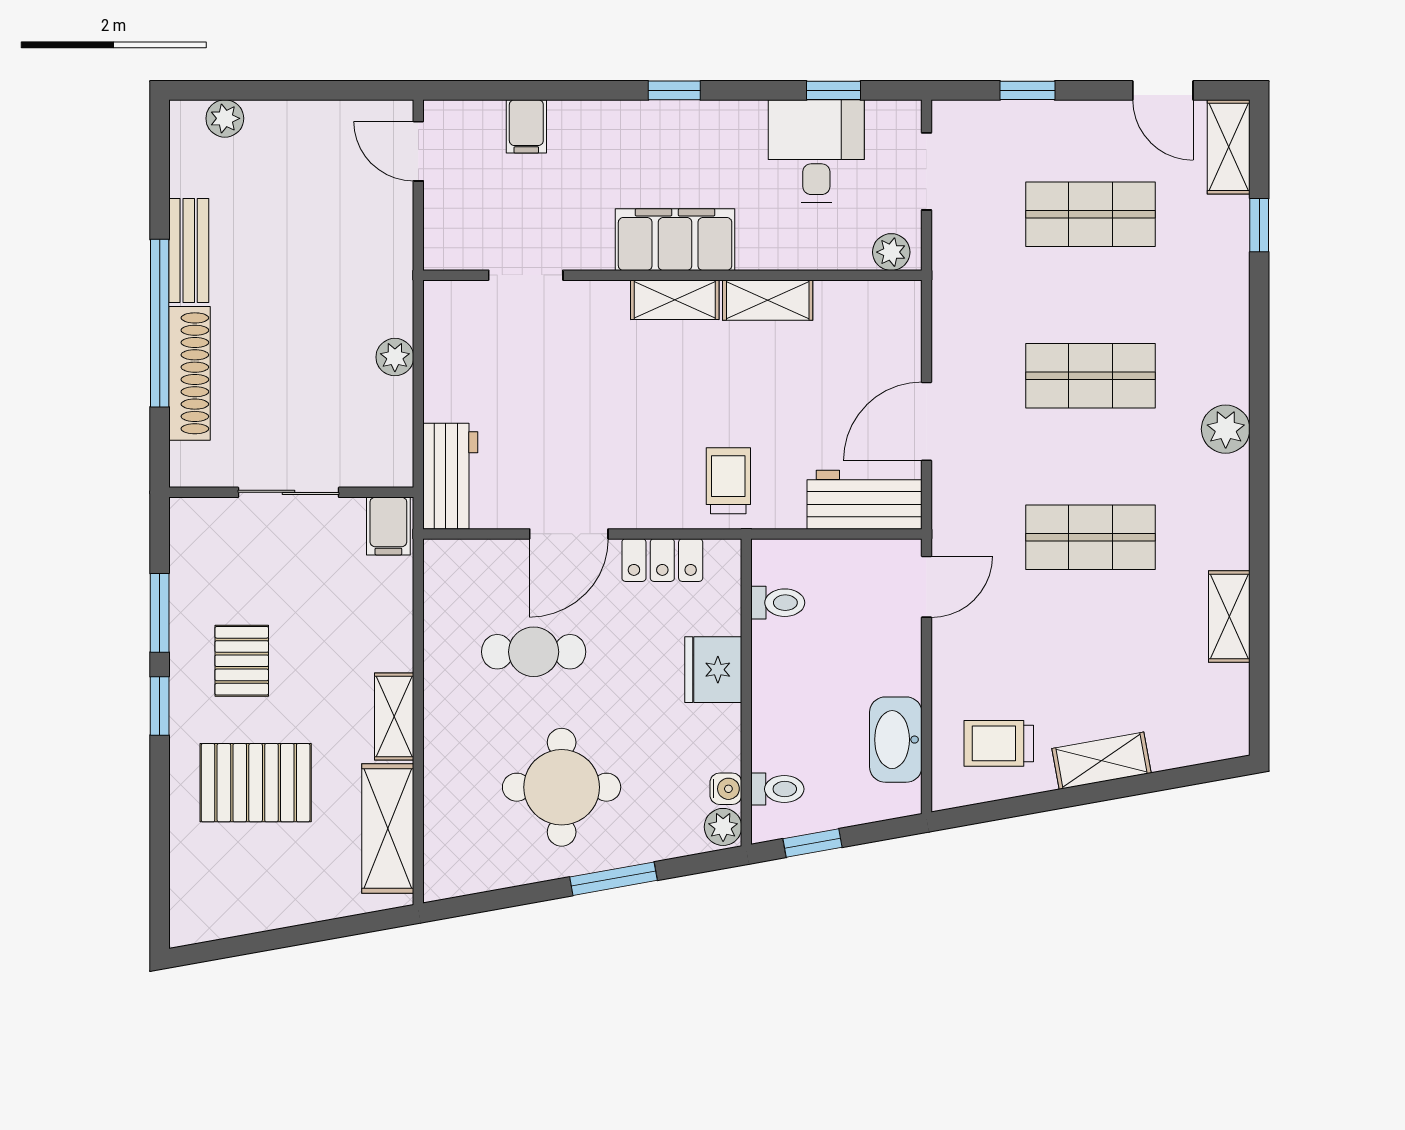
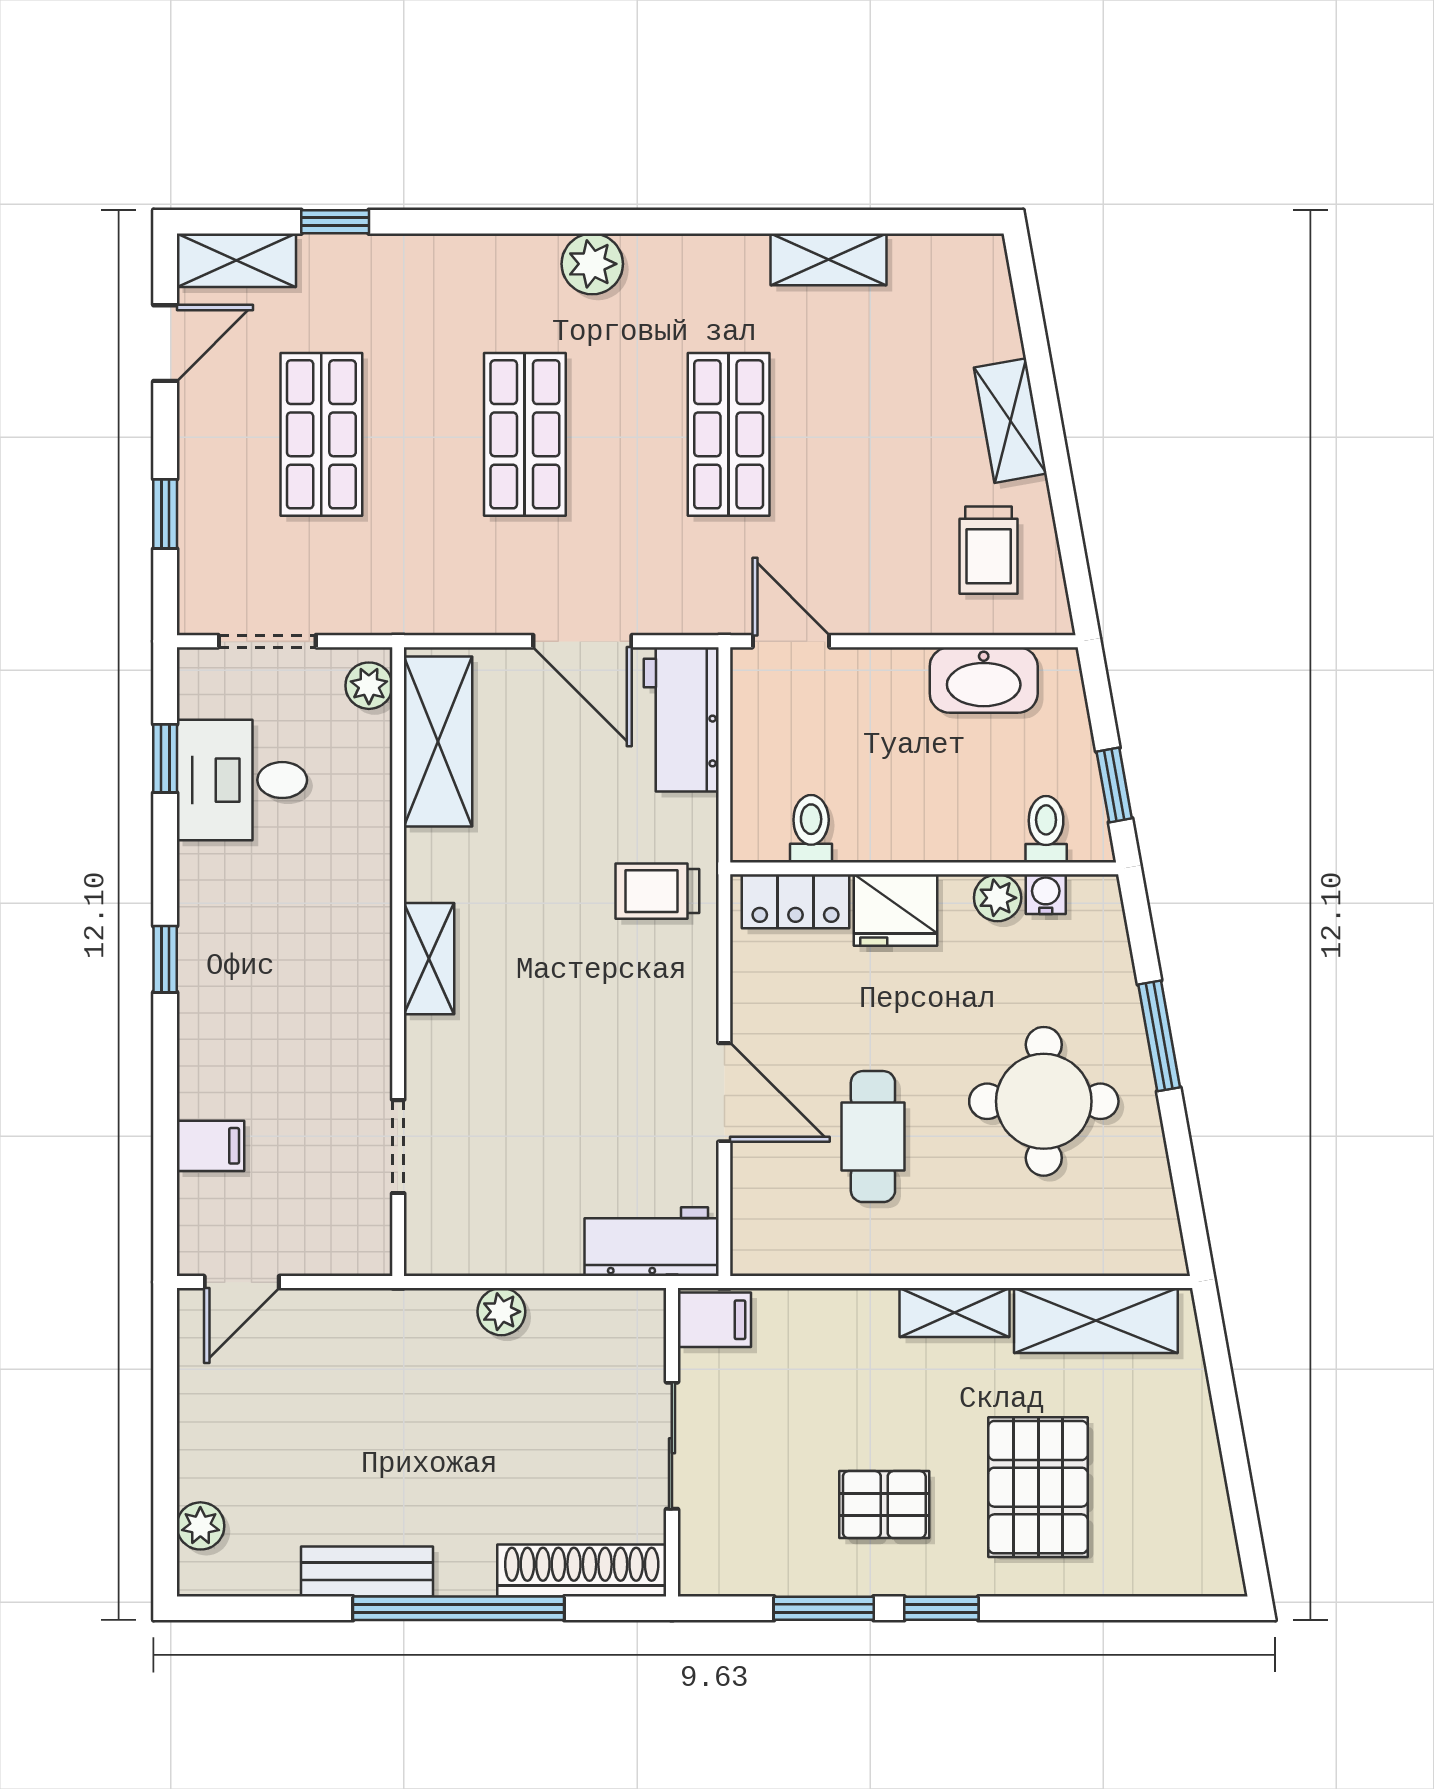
filing cabinet: (675, 240) -> (353, 958), removed
shelving: (768, 300) -> (438, 741), moved, width x1.50, depth x1.33
shoe rack: (189, 373) -> (582, 1571), moved
locker: (662, 560) -> (796, 901), moved, turned 90
plant: (723, 827) -> (998, 898), moved

